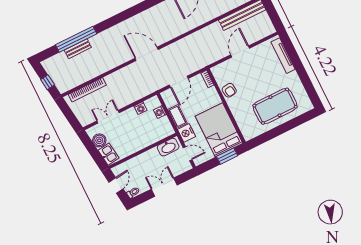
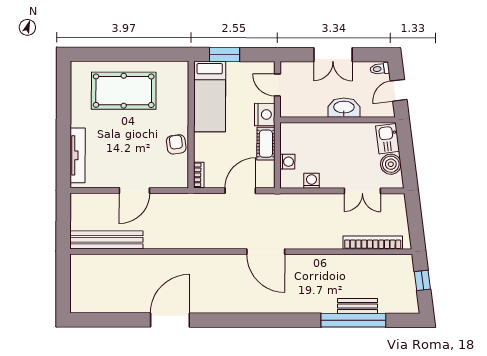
bed: (219, 130) -> (210, 97), width x0.67
washbasin: (168, 147) -> (344, 108), moved

